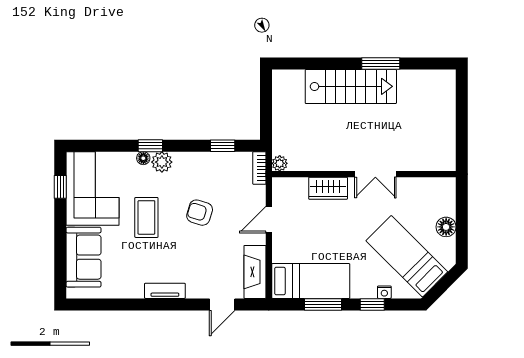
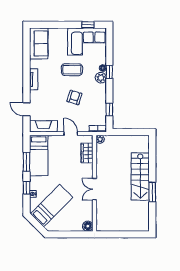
wardrobe: (328, 188) -> (87, 153), moved
floor lamp: (446, 227) -> (88, 226), moved
sofa: (84, 257) -> (39, 43), moved, turned -90

